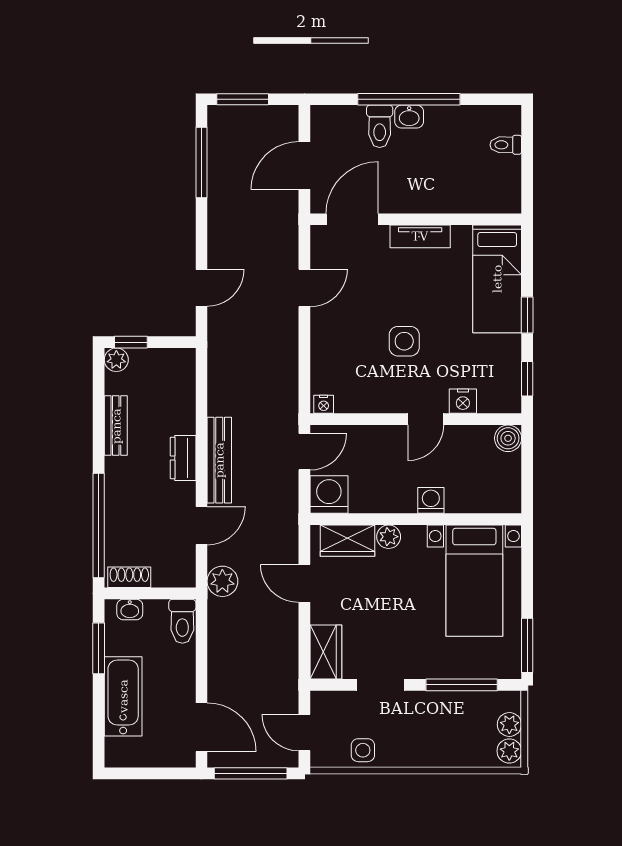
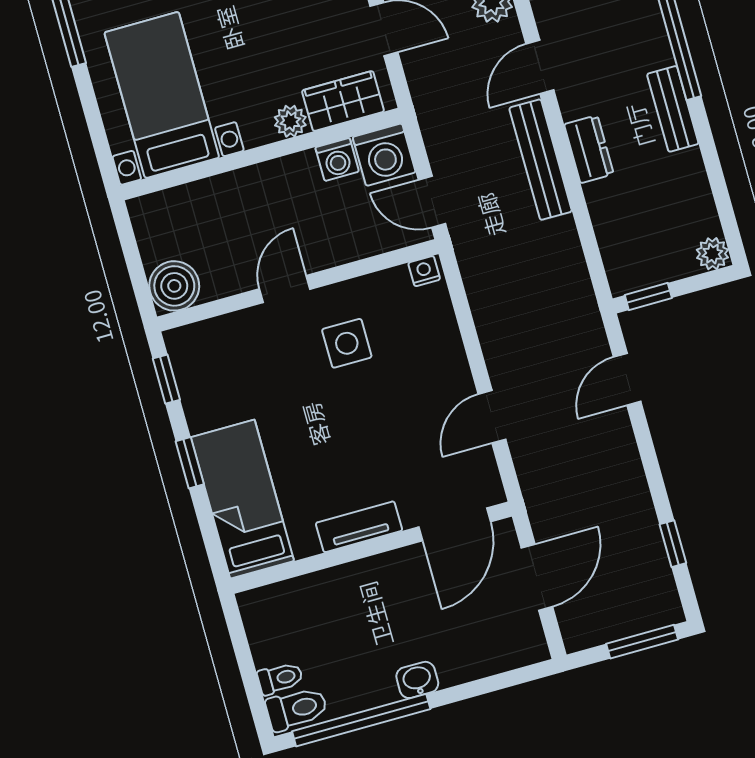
window: (409, 99) -> (361, 720), moved
toilet: (380, 126) -> (297, 709), moved, turned 90
window: (201, 162) -> (673, 544), width x0.46
side table: (404, 341) -> (347, 343), moved
window: (131, 342) -> (648, 297), moved
nightstand: (463, 401) -> (243, 326), removed
bench: (116, 426) -> (673, 109), moved
boiler: (508, 438) -> (174, 286), width x1.36, depth x1.36
door: (304, 452) -> (432, 202), hinge flipped
washing machine: (431, 500) -> (337, 159), moved

